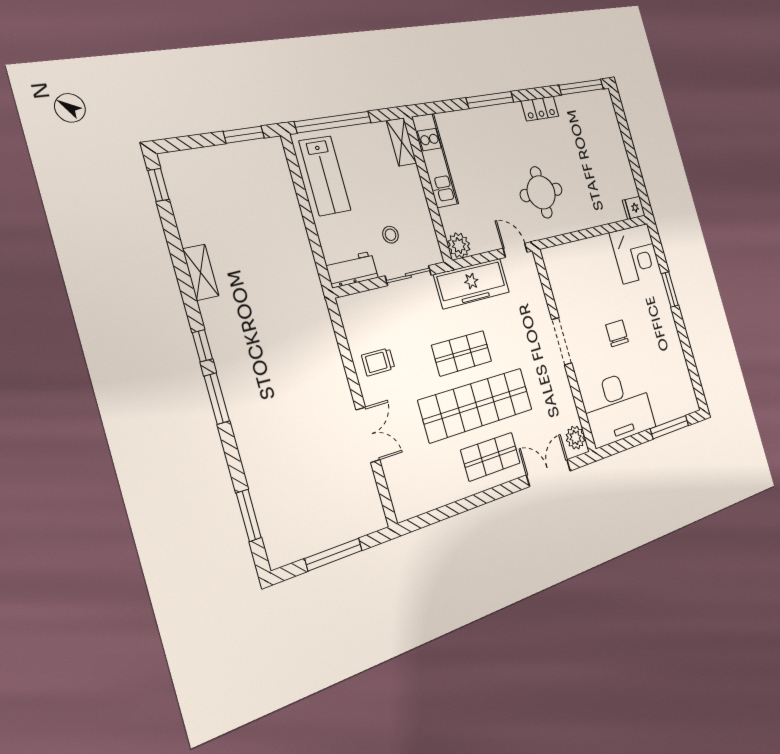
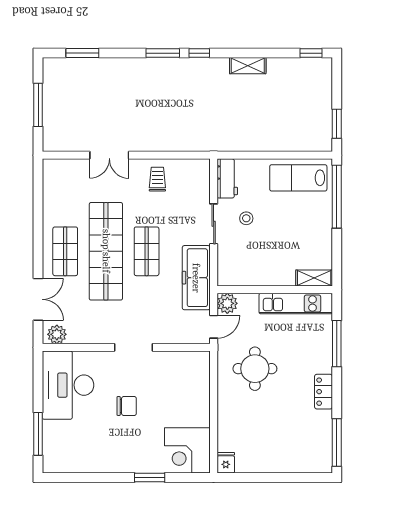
shelving: (402, 142) -> (314, 278), moved
kitchen unit: (435, 160) -> (296, 304), moved
wall: (428, 189) -> (275, 290), moved
plant: (459, 245) -> (227, 303), moved

